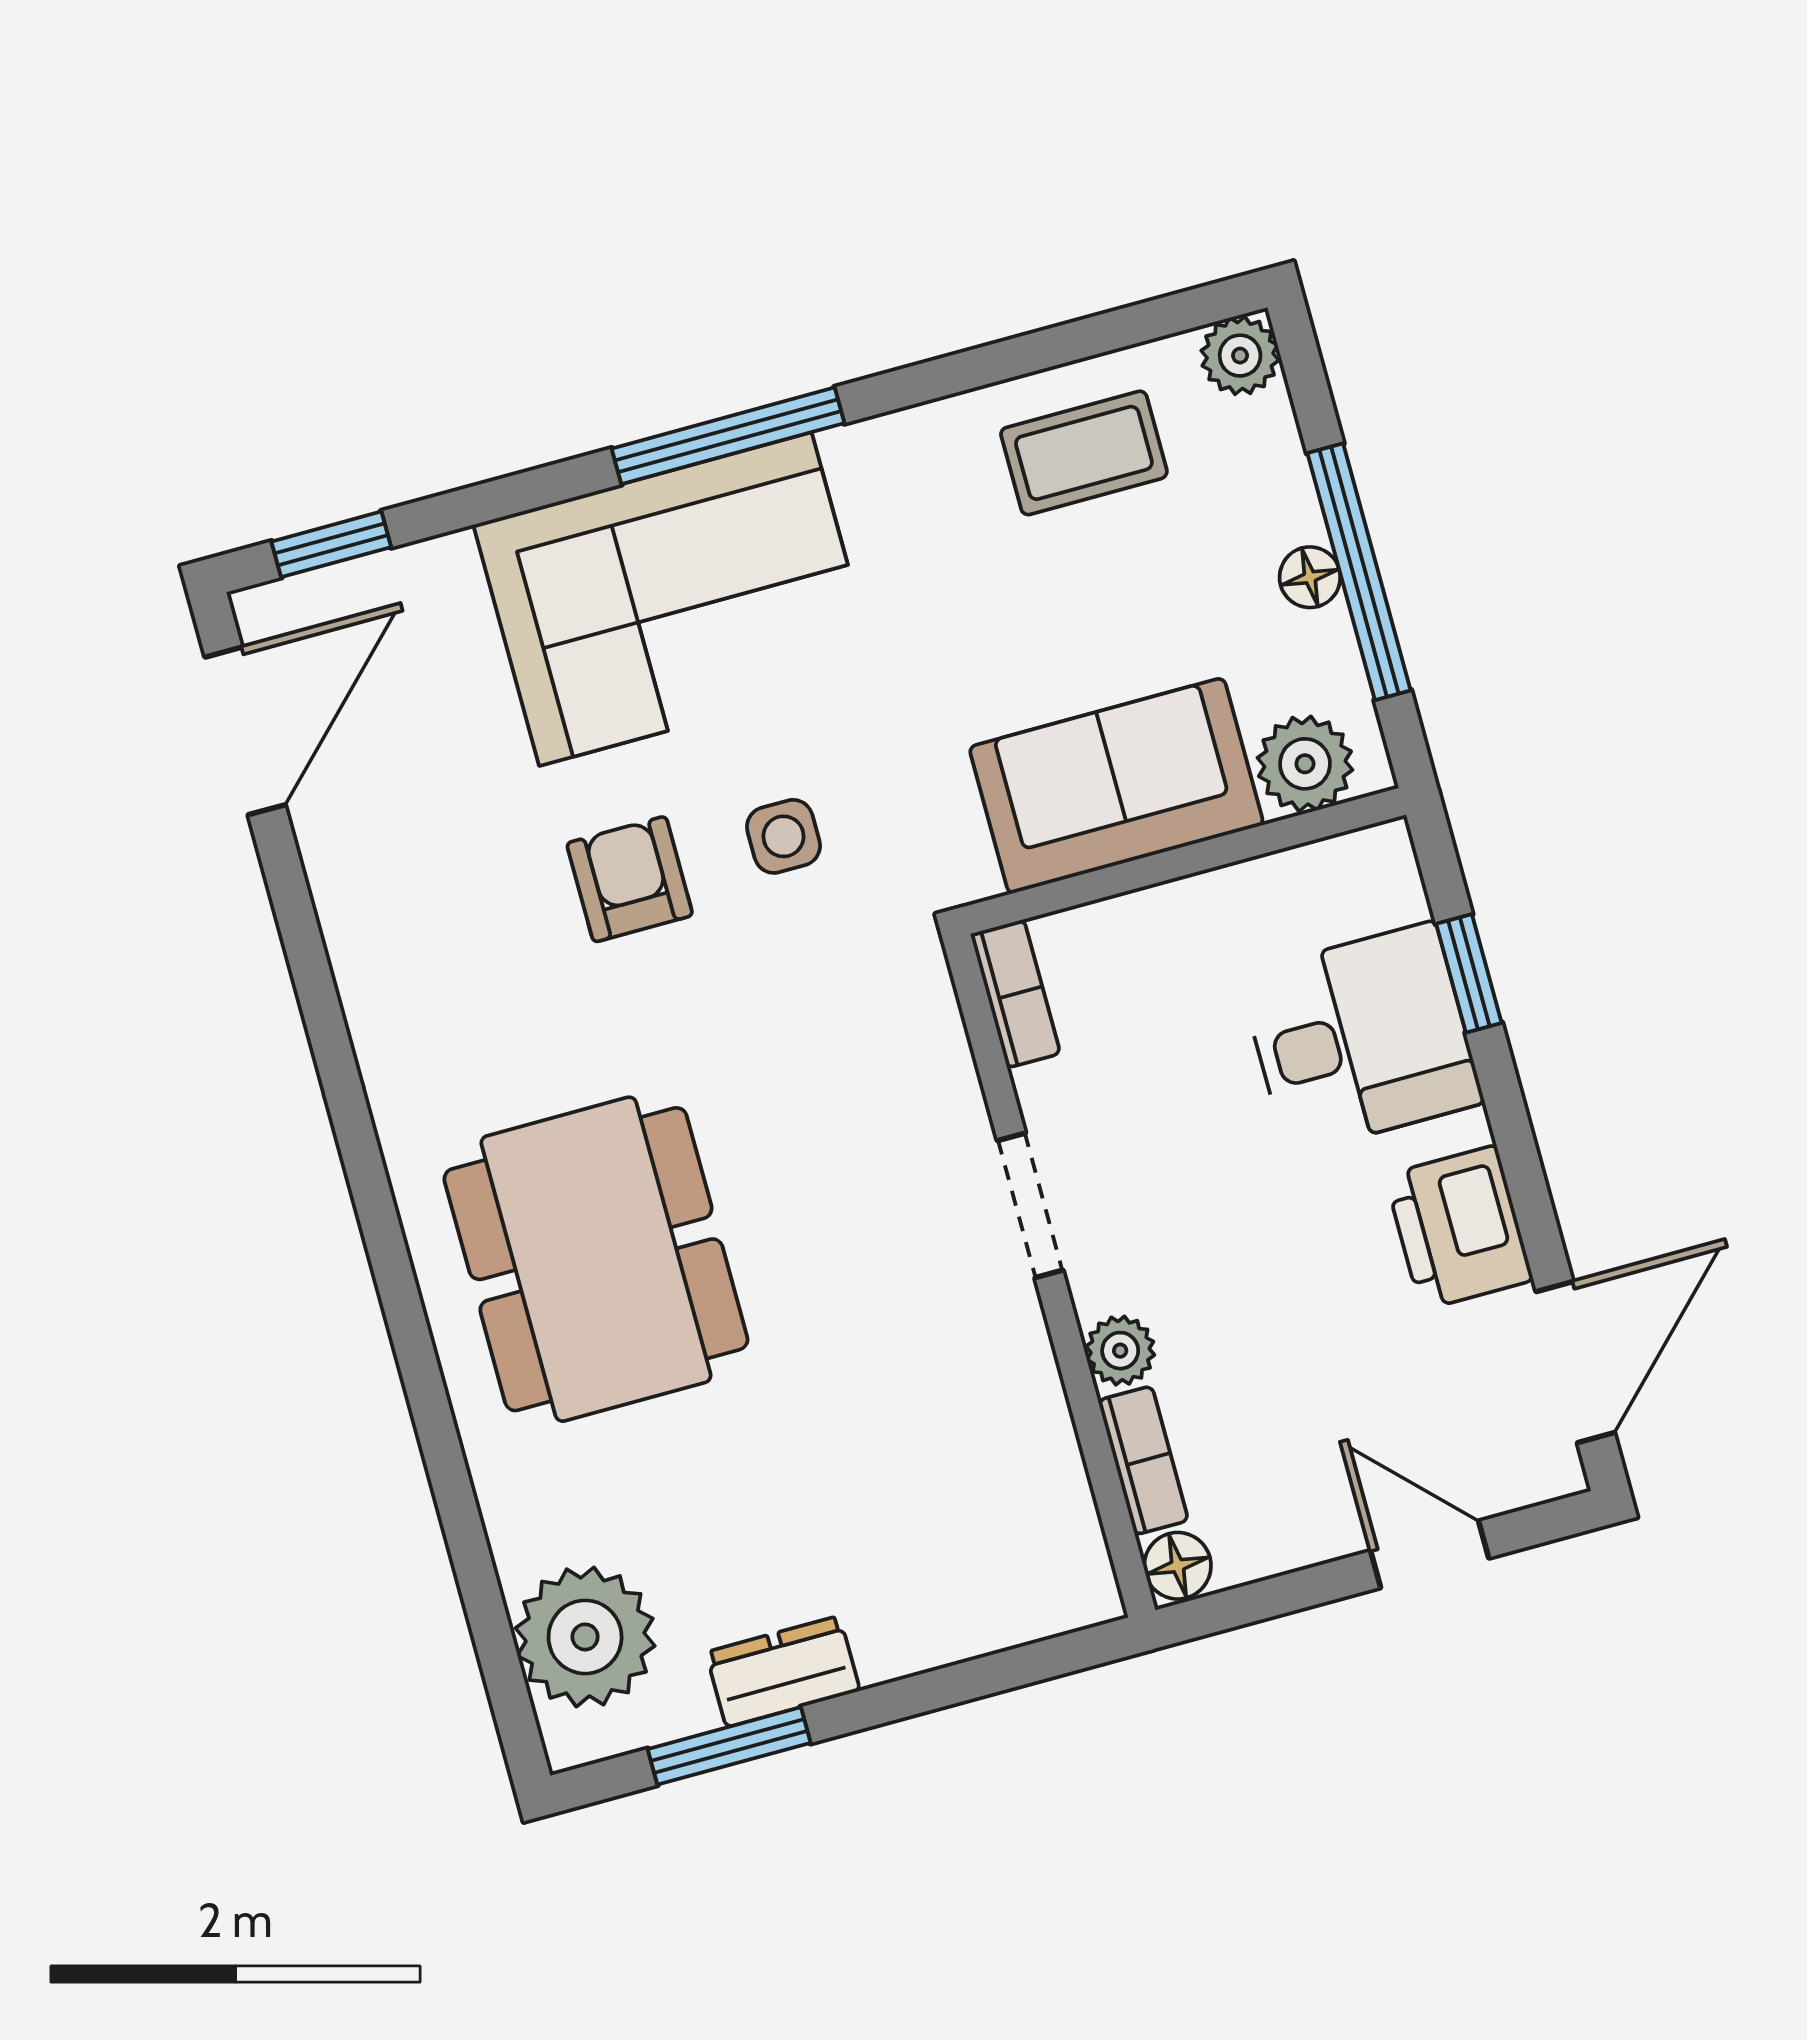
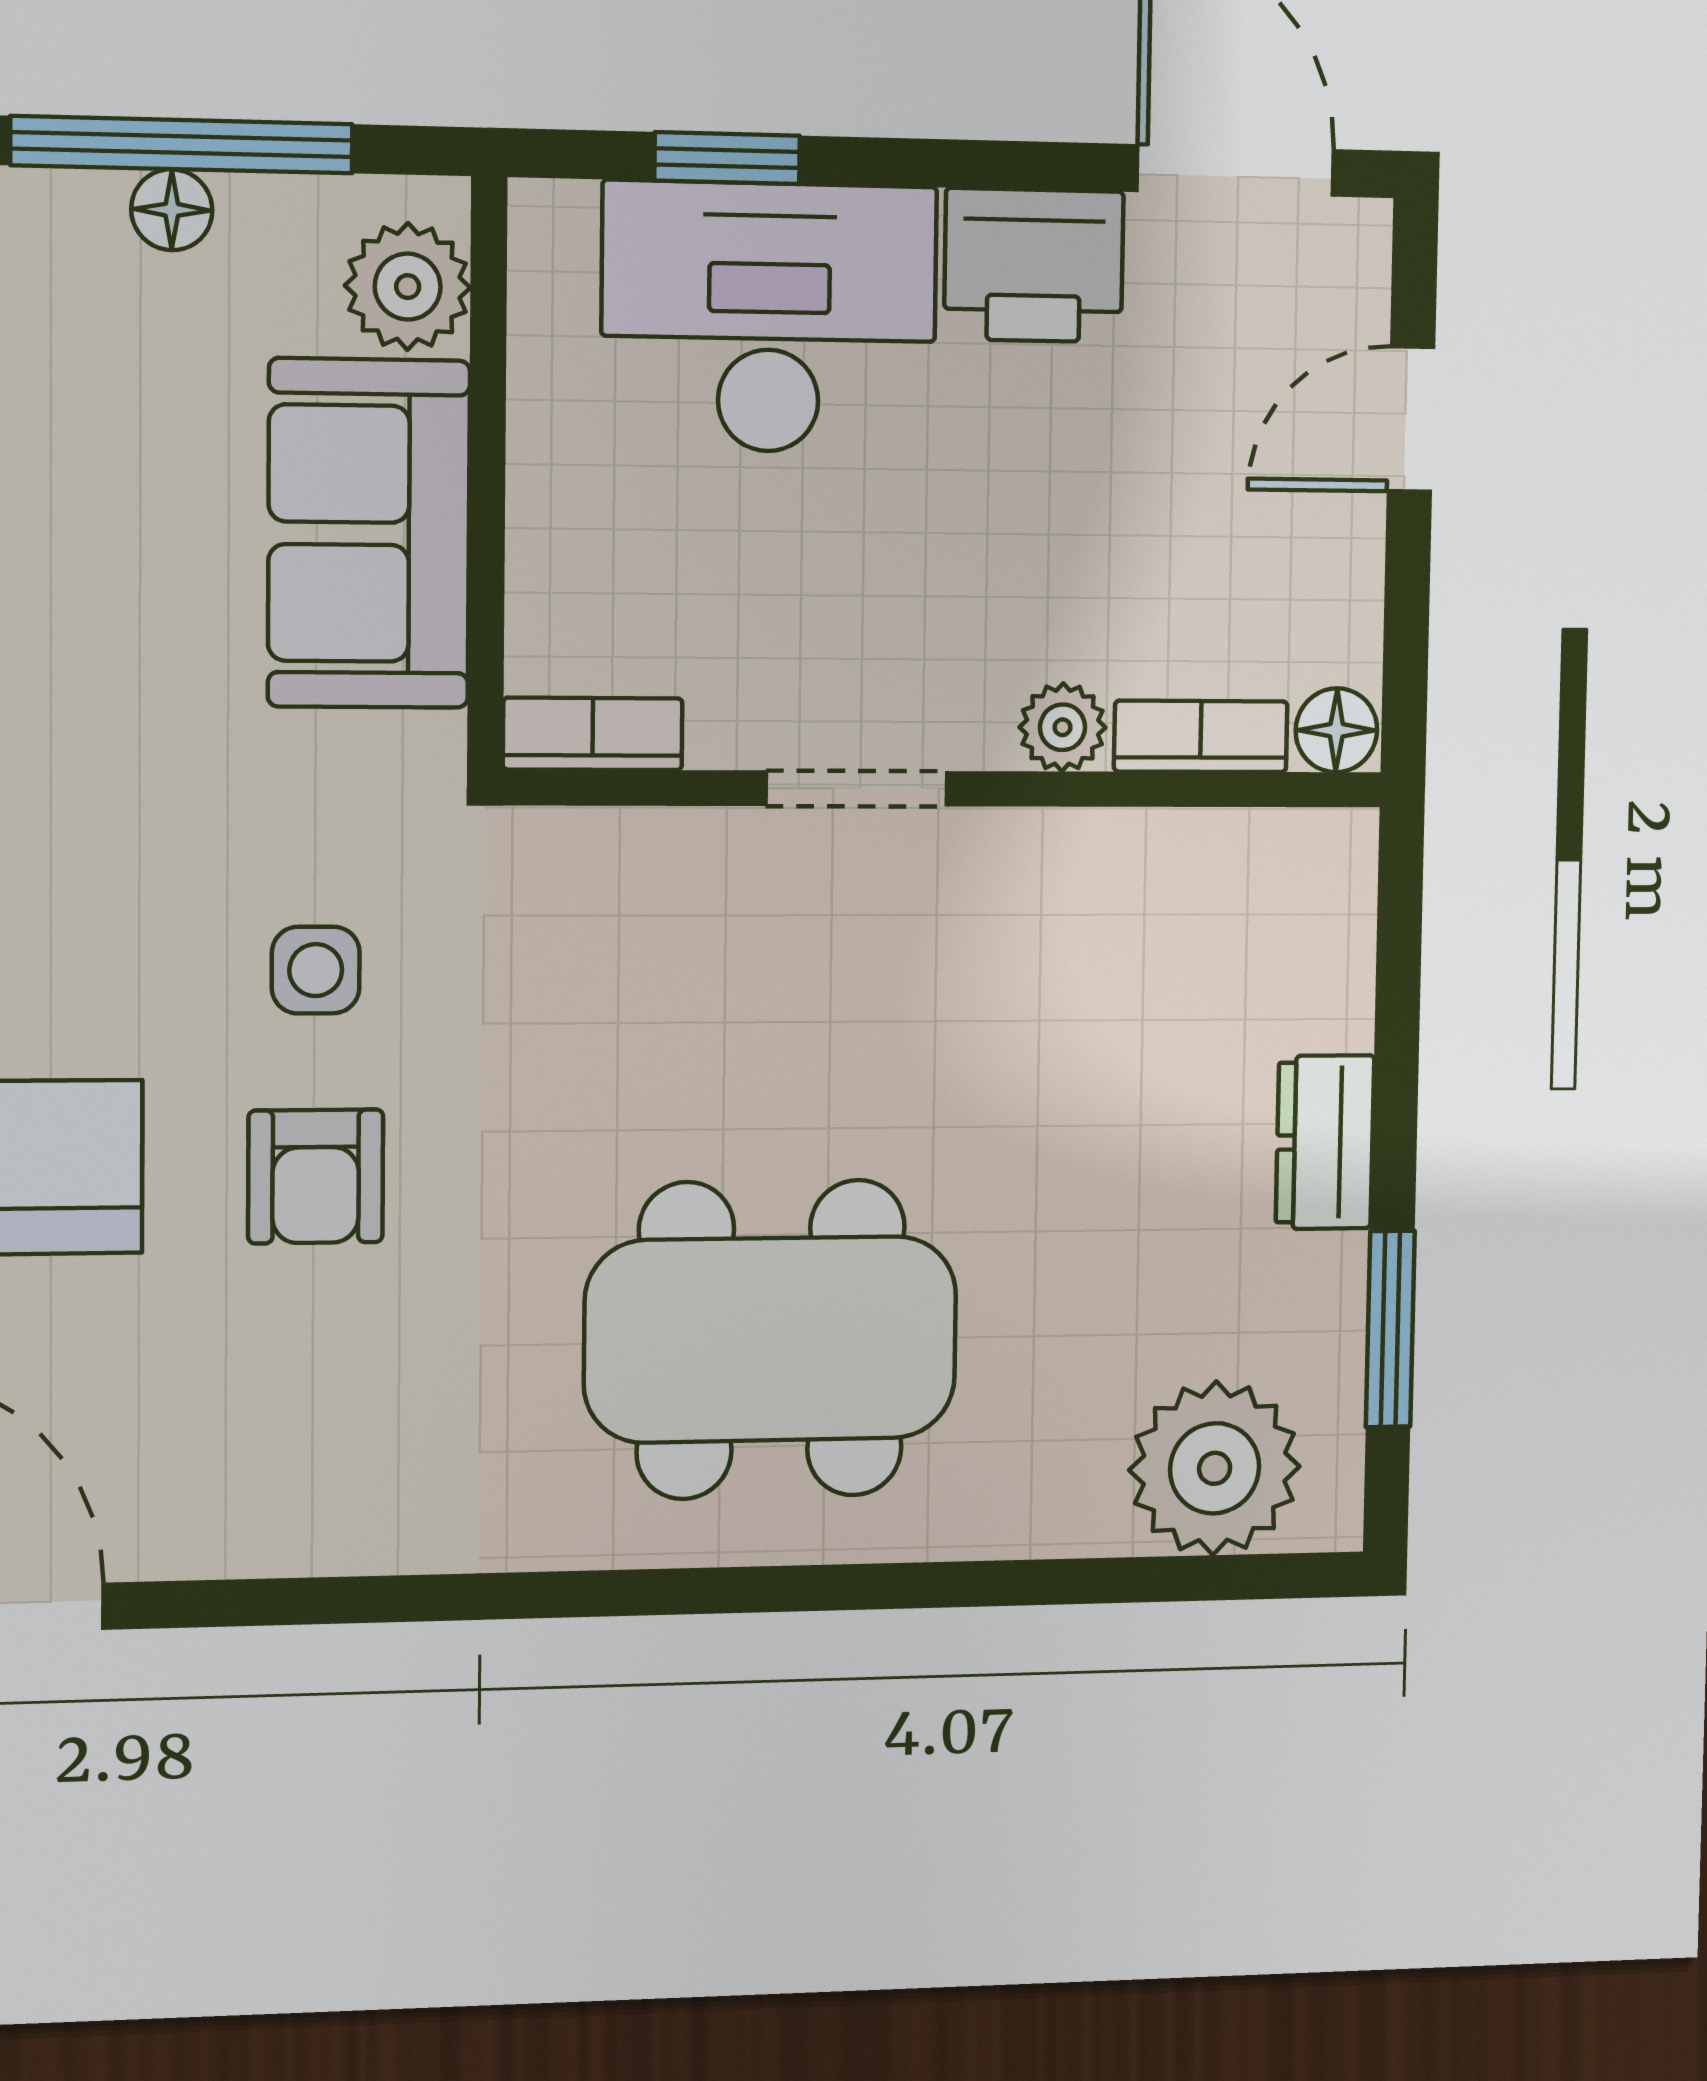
armchair: (630, 879) -> (316, 1176), turned -90
desk: (1361, 1038) -> (769, 318), width x1.37
dresser: (783, 1671) -> (1325, 1142), moved

